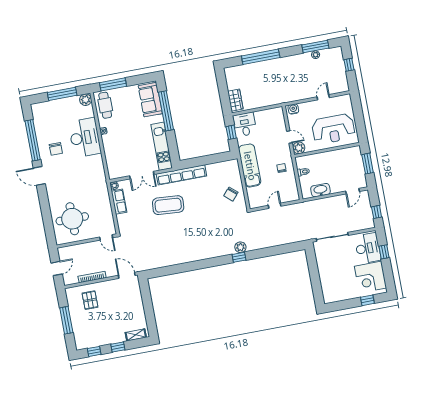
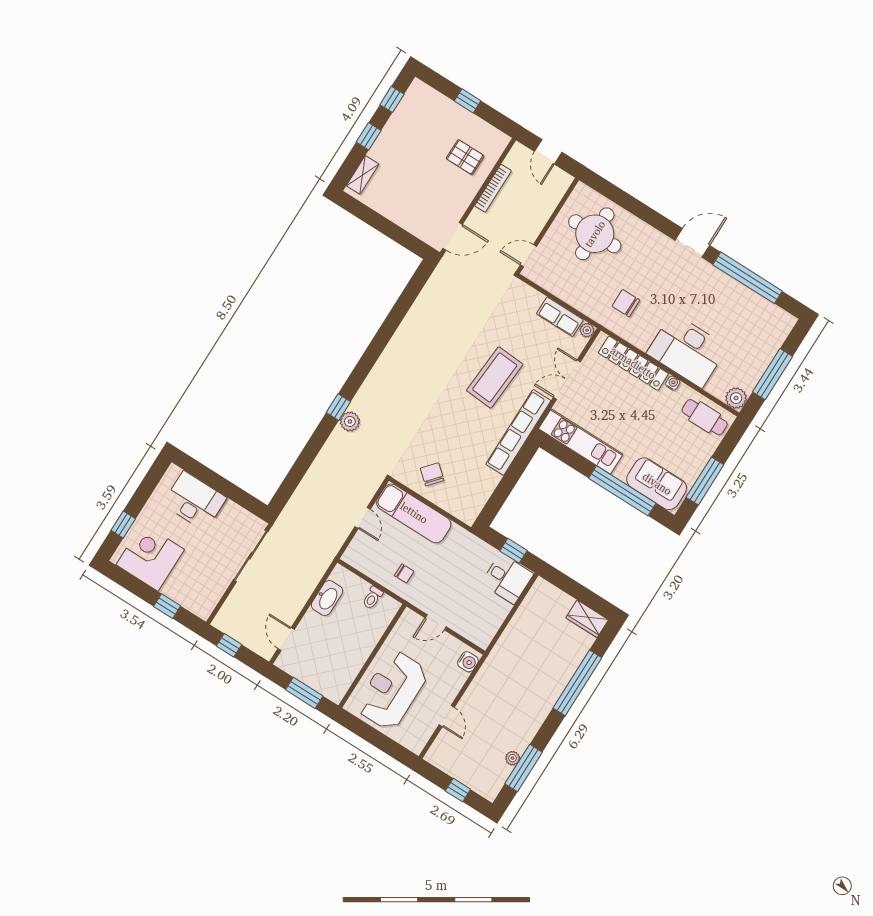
window: (113, 84) -> (705, 481), moved
wardrobe: (235, 100) -> (587, 619), moved
plant: (299, 148) -> (410, 621), removed
chair: (56, 149) -> (626, 303), moved
locker: (110, 154) -> (633, 363), added
exam couch: (250, 166) -> (414, 513), moved
desk: (368, 248) -> (195, 501), moved, turned 180
window: (66, 320) -> (468, 101), width x0.46

